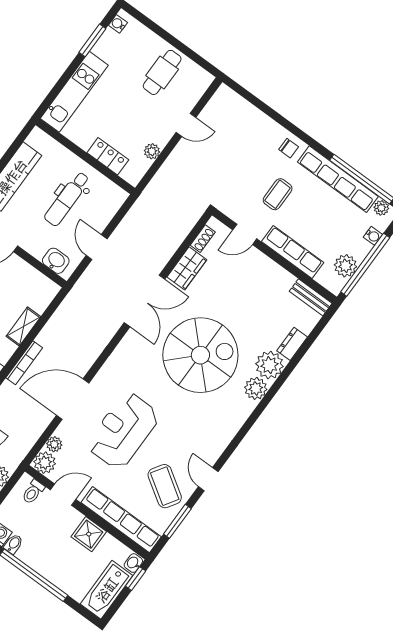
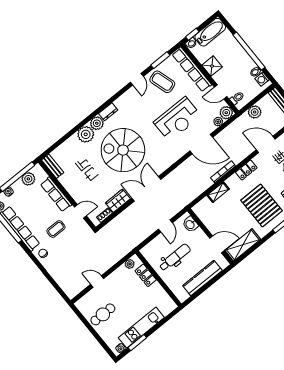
kitchen unit: (74, 92) -> (141, 328), moved
plant: (152, 151) -> (130, 264), moved
dresser: (292, 344) -> (108, 112), moved
coffee table: (165, 486) -> (162, 82), turned -50

